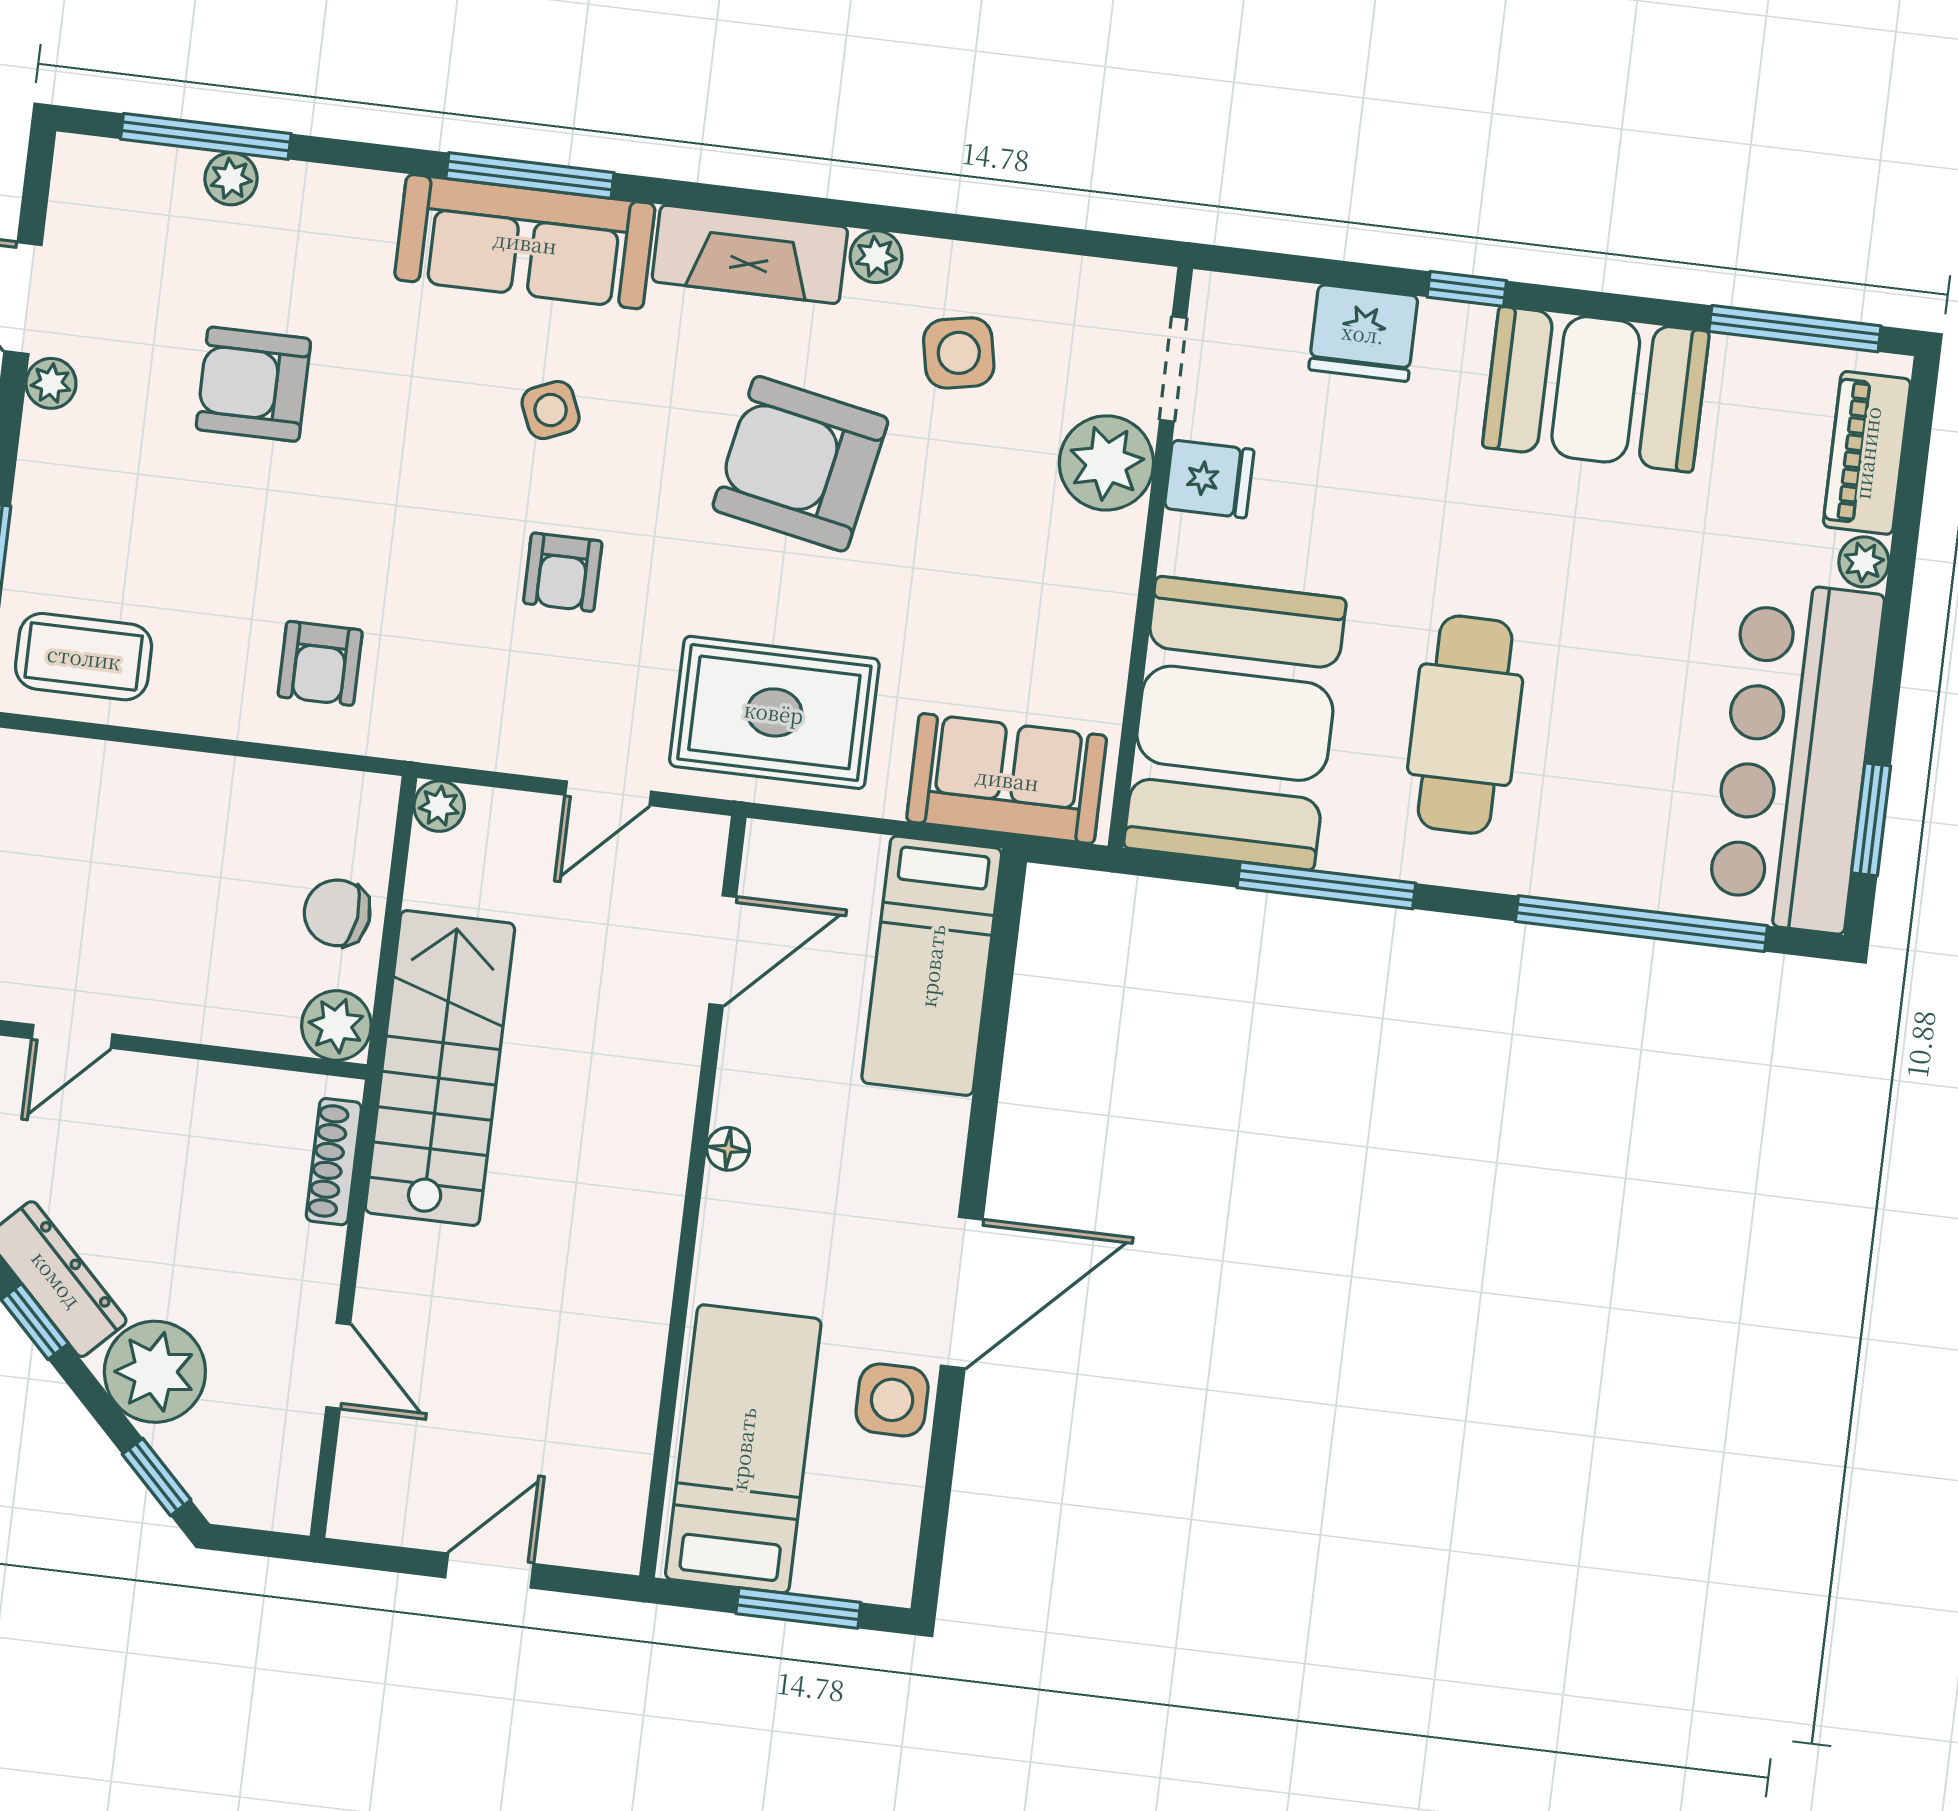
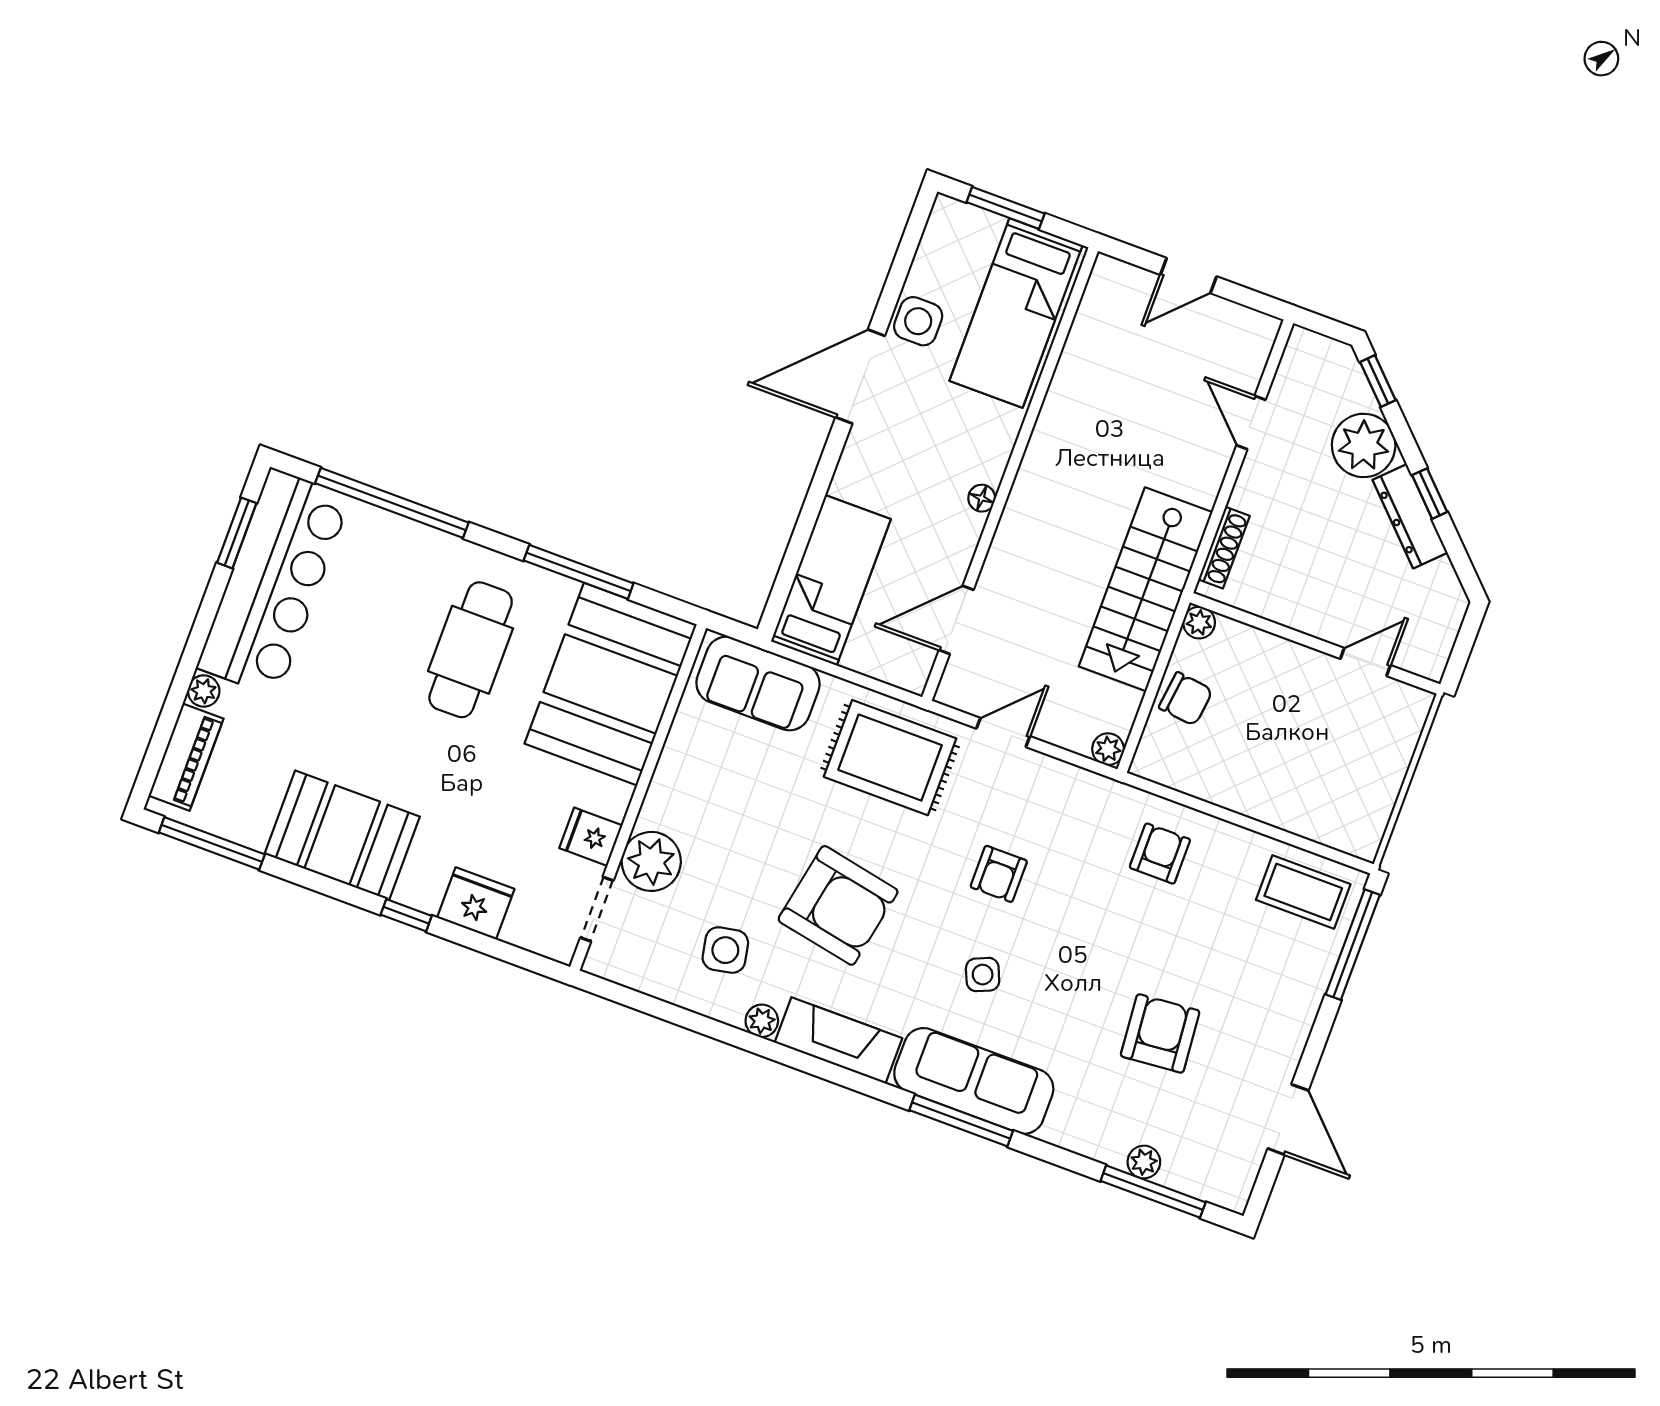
plant: (51, 383) -> (1283, 1063), removed
armchair: (253, 384) -> (1160, 1033), turned -95
armchair: (563, 572) -> (999, 874), turned 180
plant: (336, 1025) -> (1199, 623), width x0.73, depth x0.73

